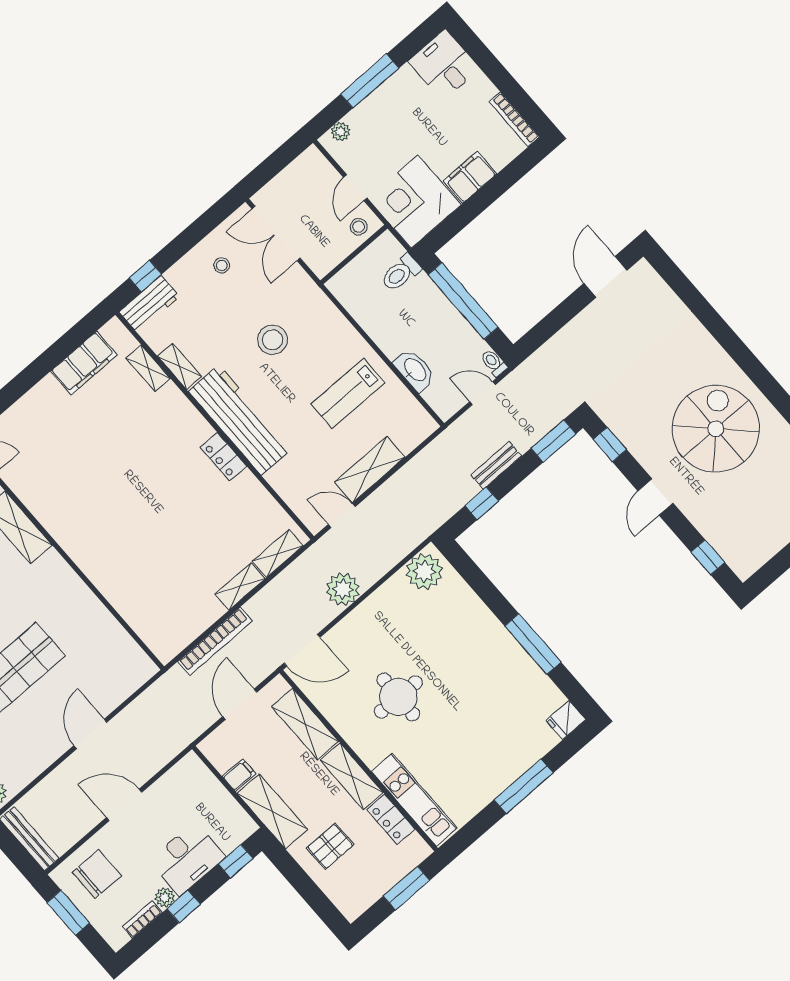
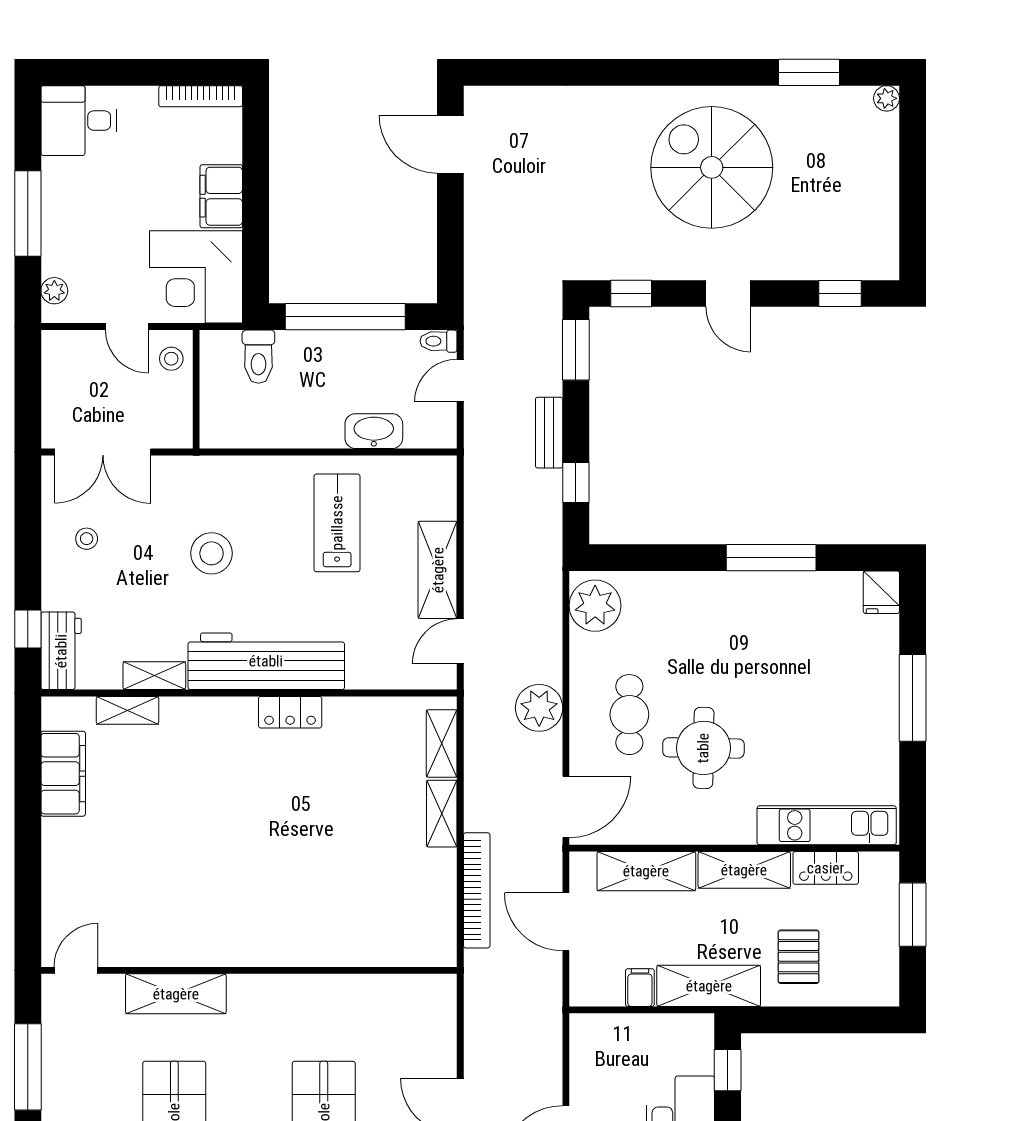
lab bench: (348, 393) -> (337, 523), turned 180
cafe table: (382, 641) -> (629, 715), added

